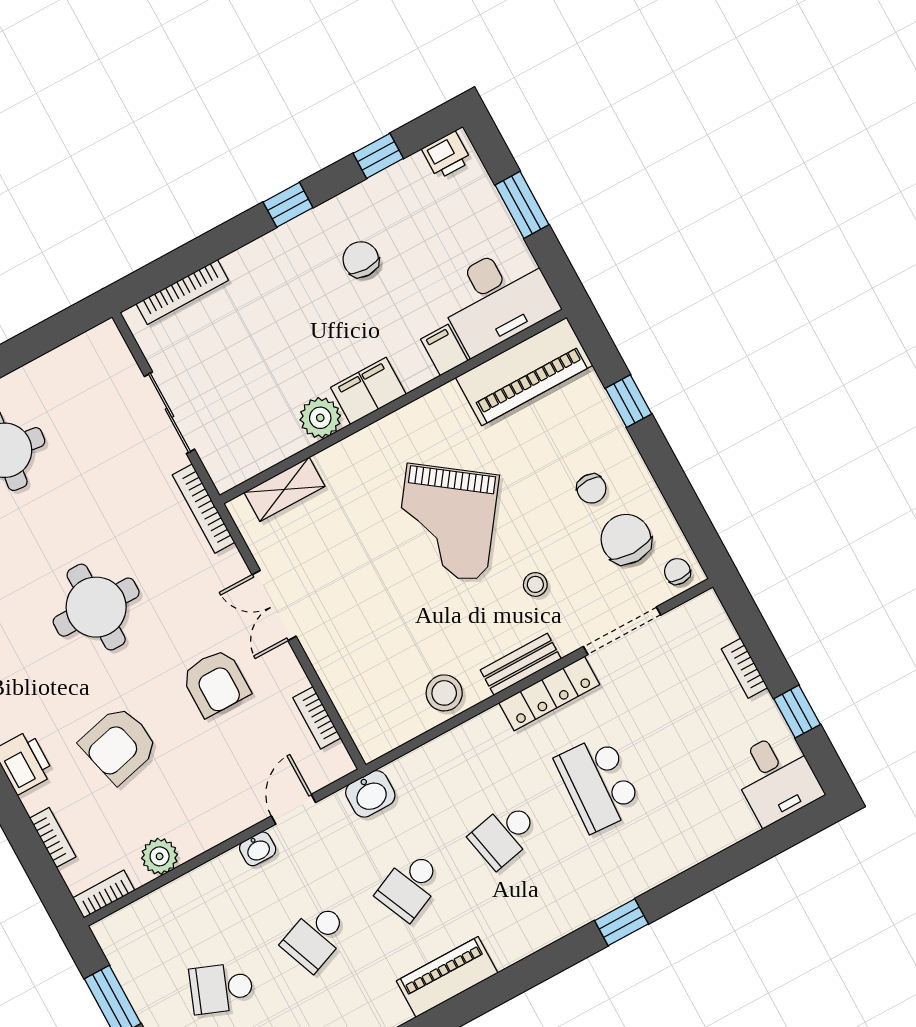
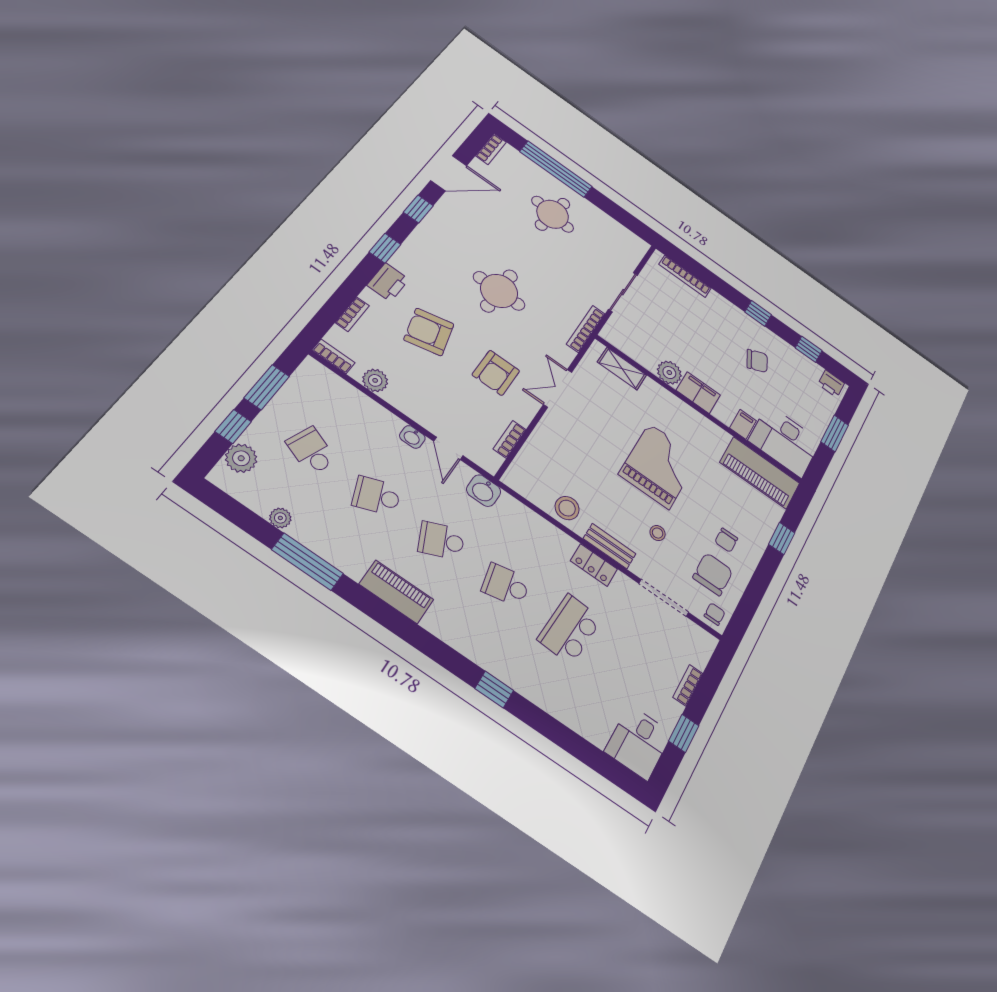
chair: (361, 259) -> (757, 361), turned 65
grand piano: (446, 522) -> (659, 466), turned 144
locker: (549, 694) -> (594, 565), width x0.66
door: (294, 809) -> (448, 448), swing flipped

